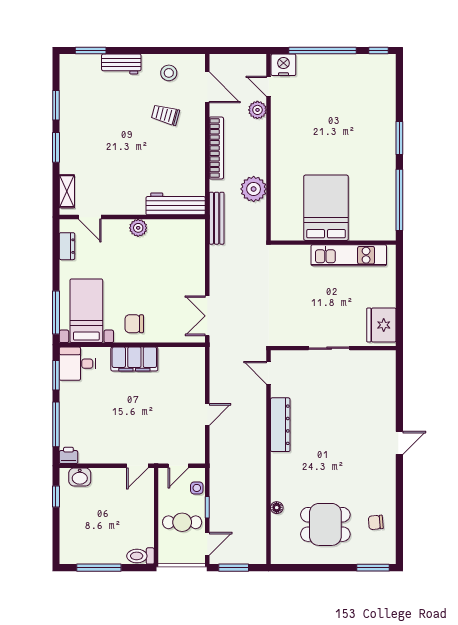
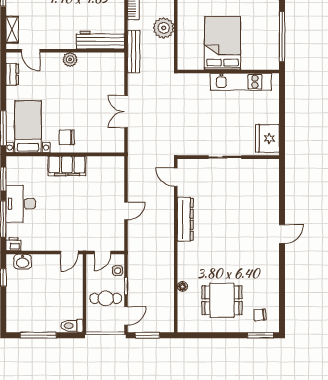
double door: (207, 316) -> (126, 112), moved
desk: (77, 364) -> (21, 204), moved, width x1.37
chair: (376, 522) -> (260, 315), moved

